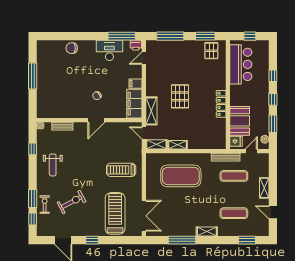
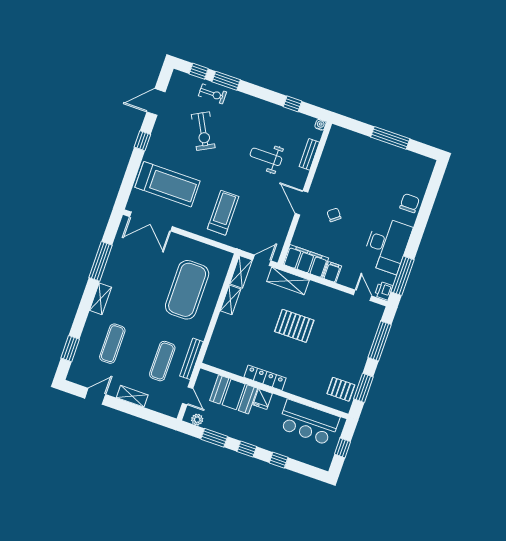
desk: (109, 50) -> (387, 245), width x1.36, depth x1.30
fridge: (236, 141) -> (263, 399), moved
weight bench: (53, 165) -> (266, 157), moved

